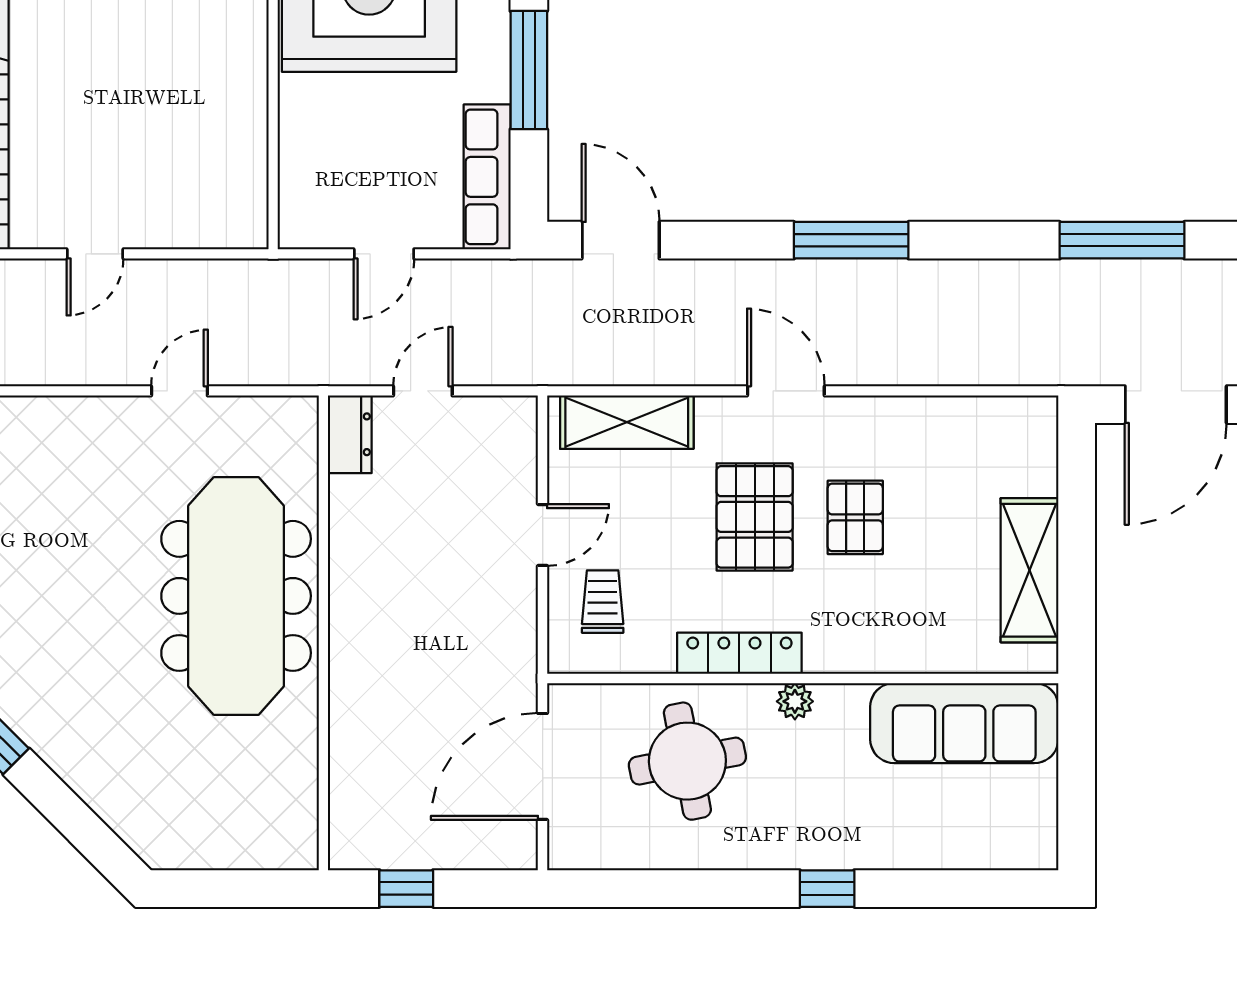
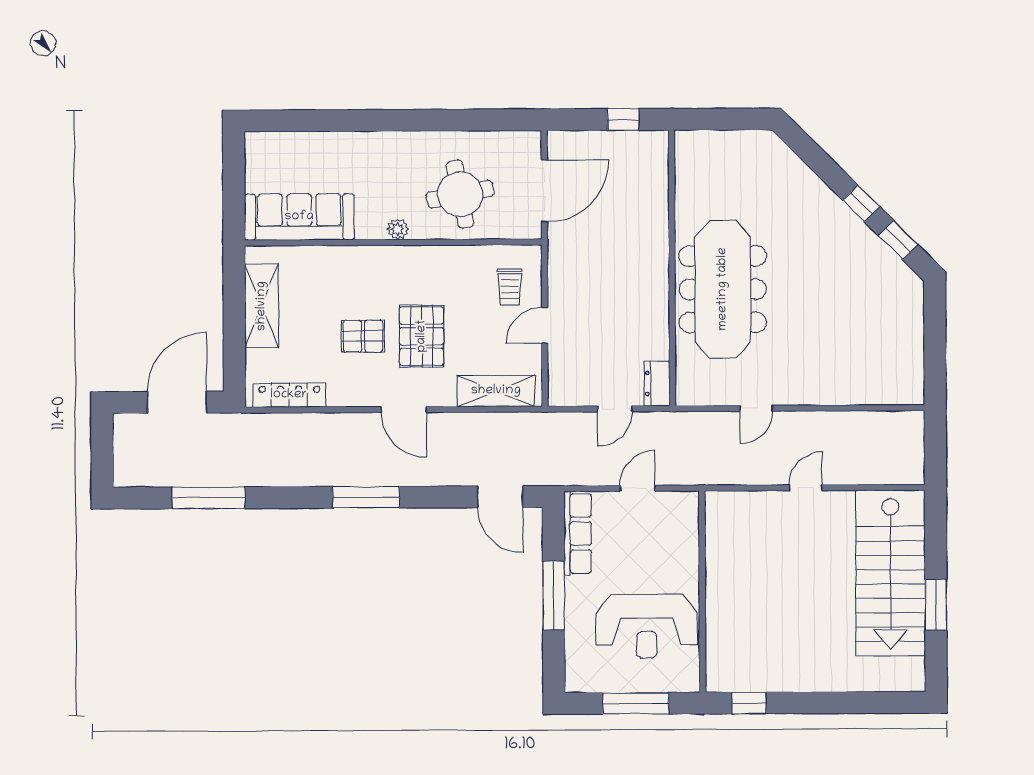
pallet: (855, 517) -> (363, 336), turned 90
locker: (739, 653) -> (289, 395), moved, turned 180
window: (827, 889) -> (379, 120), removed

